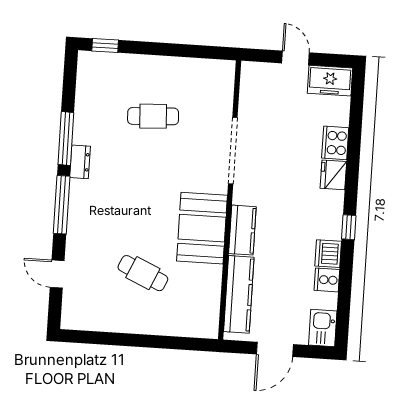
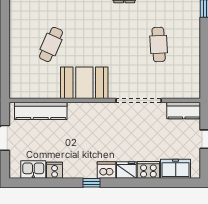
freezer: (330, 81) -> (176, 169), moved, turned 90
kitchen counter: (242, 230) -> (184, 110), moved
dishwasher: (328, 254) -> (107, 170), moved
kitchen sink: (323, 328) -> (33, 170), moved

